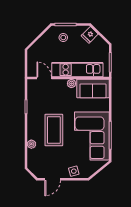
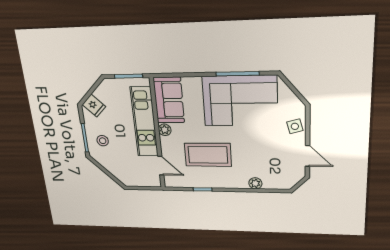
door: (44, 78) -> (161, 166), swing flipped
coffee table: (54, 130) -> (208, 155), moved

